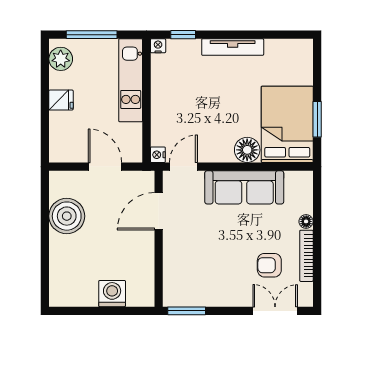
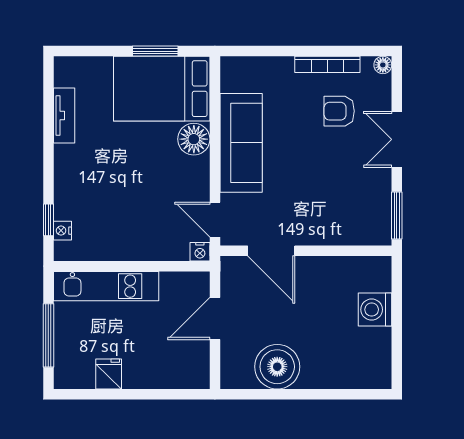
nightstand: (158, 46) -> (62, 231), moved
tv unit: (233, 47) -> (64, 116), moved, width x0.71
plant: (61, 59) -> (79, 374), removed
fridge: (61, 100) -> (109, 374), moved
floor lamp: (306, 221) -> (383, 65), moved
armchair: (269, 265) -> (339, 111), turned 90
double door: (275, 311) -> (397, 139), moved

